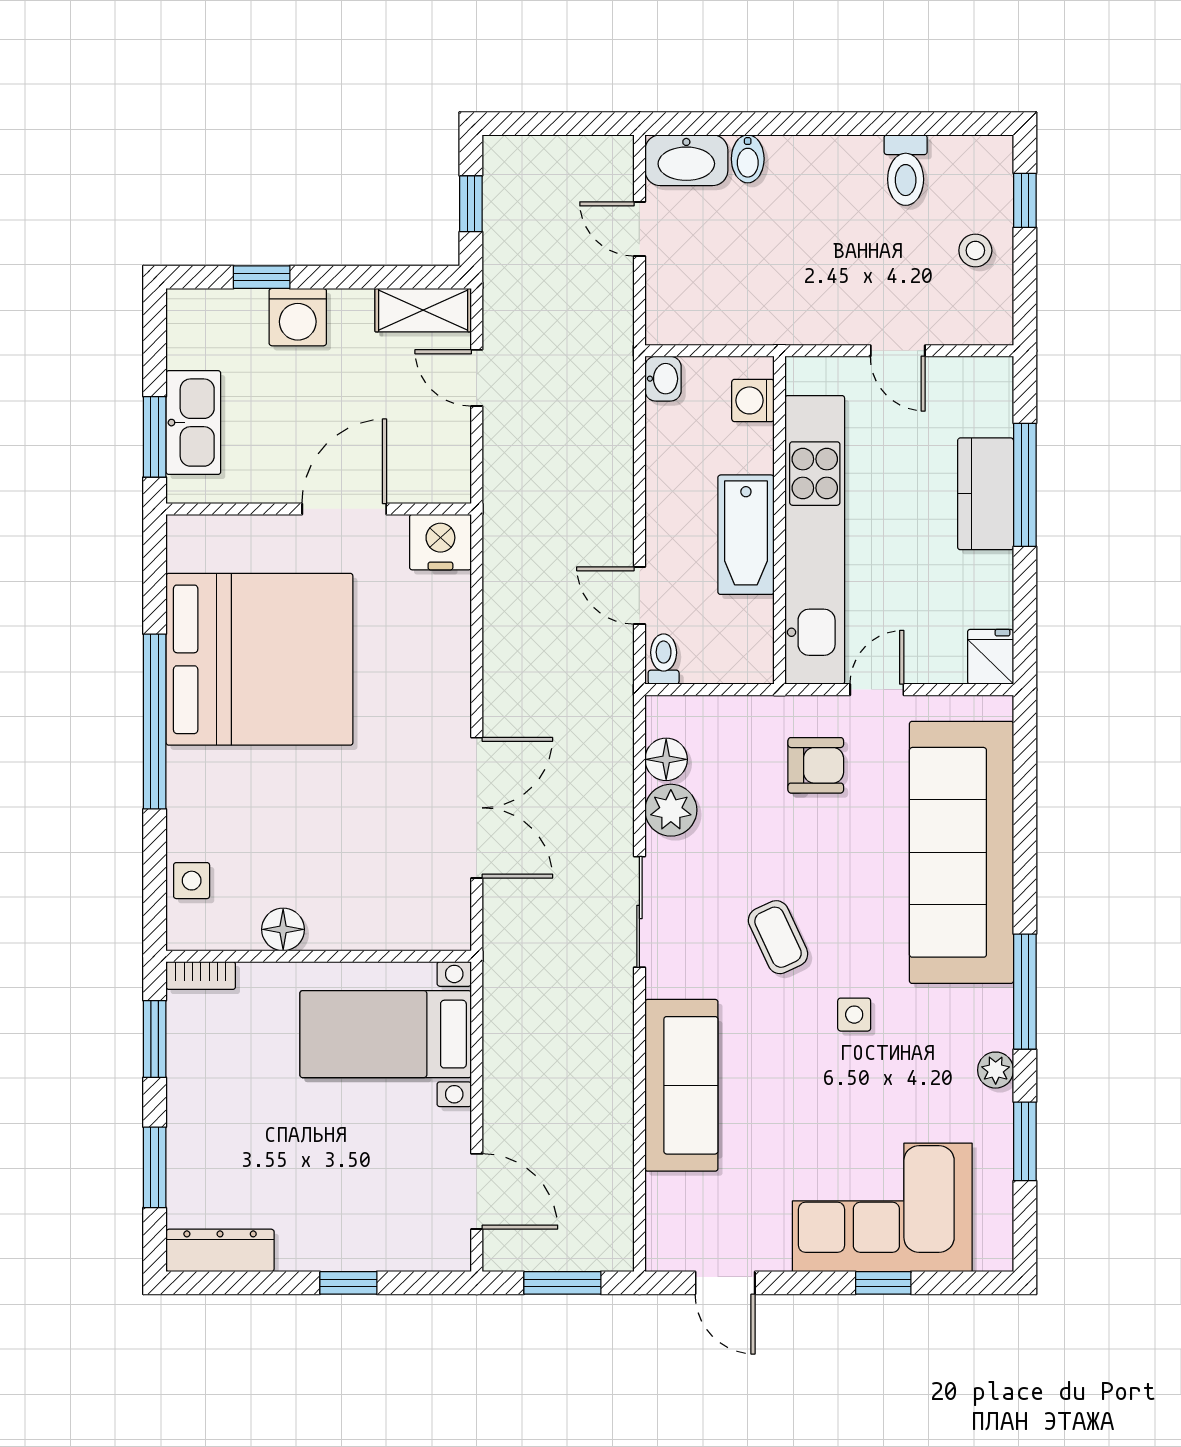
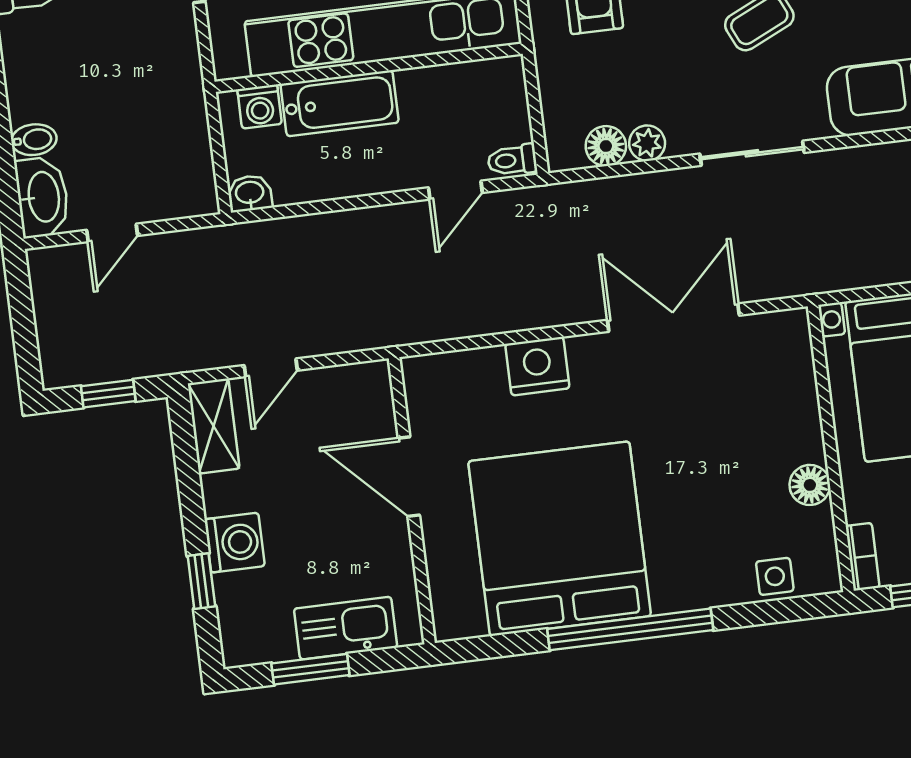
window: (155, 437) -> (310, 669), moved
bathtub: (746, 535) -> (340, 103), moved
nightstand: (440, 542) -> (537, 366), moved, turned 90
plant: (671, 810) -> (647, 143), width x0.73, depth x0.73

